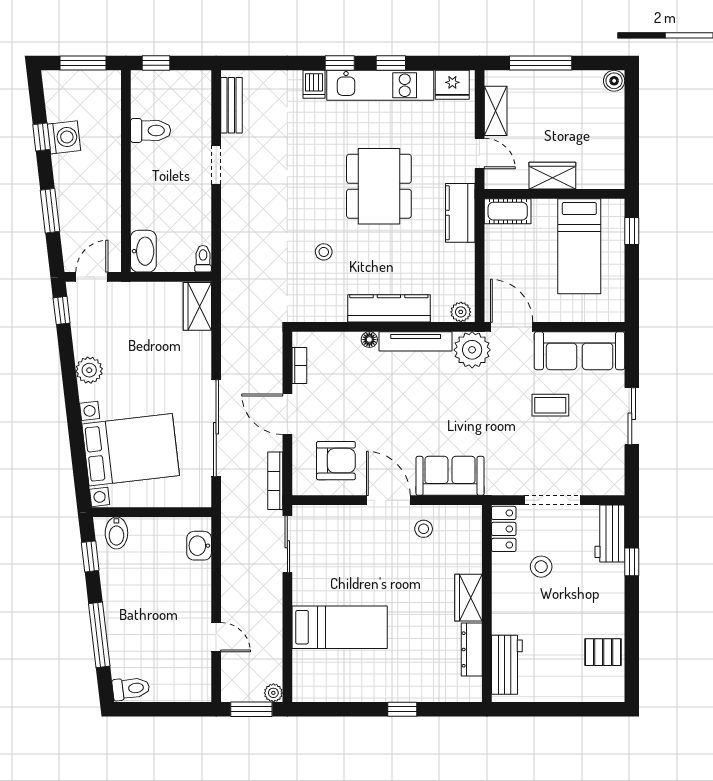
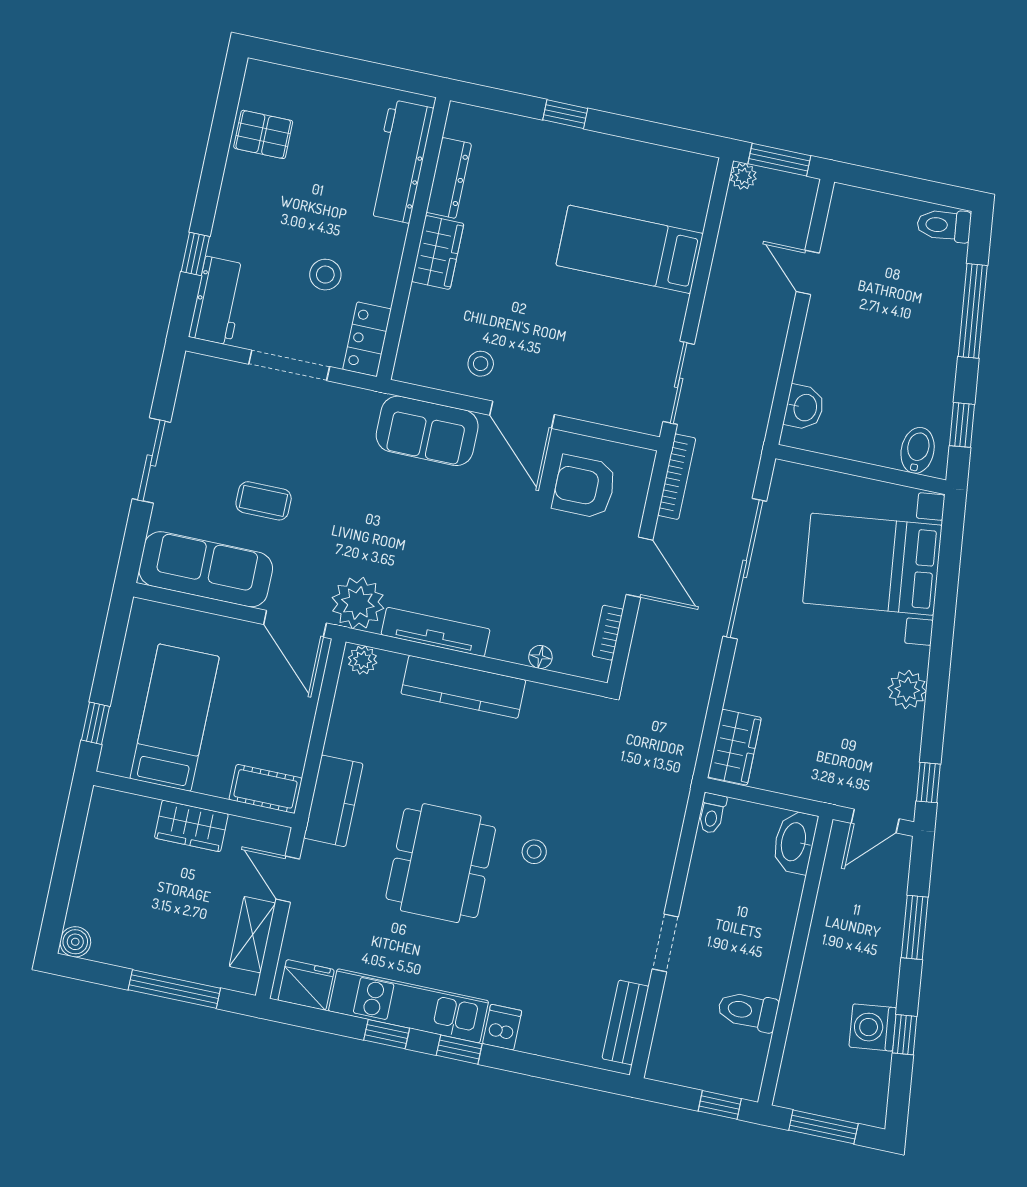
stool: (324, 252) -> (534, 852), moved
floor lamp: (369, 340) -> (540, 657), moved
workbench: (507, 665) -> (400, 161), width x1.37

